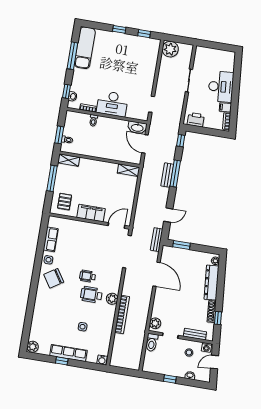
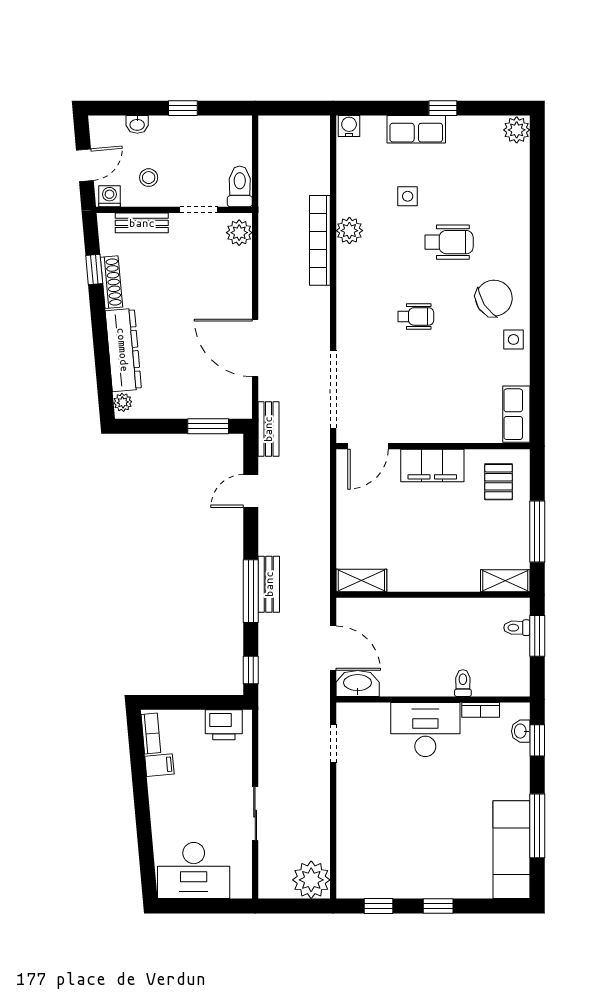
desk: (221, 87) -> (194, 871), moved, turned -85
row of seats: (51, 239) -> (516, 414), moved
wheelchair: (91, 295) -> (449, 242), moved
plant: (112, 299) -> (349, 231), moved
row of seats: (68, 353) -> (416, 129), width x0.68

